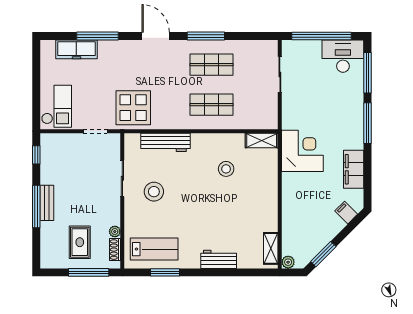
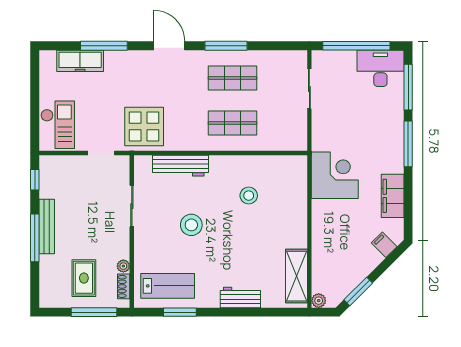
shelving: (262, 140) -> (289, 163), removed
stool: (154, 192) -> (191, 225), moved
bench: (47, 203) -> (47, 226), width x1.36
shelving: (271, 248) -> (296, 276), width x1.50, depth x1.33

